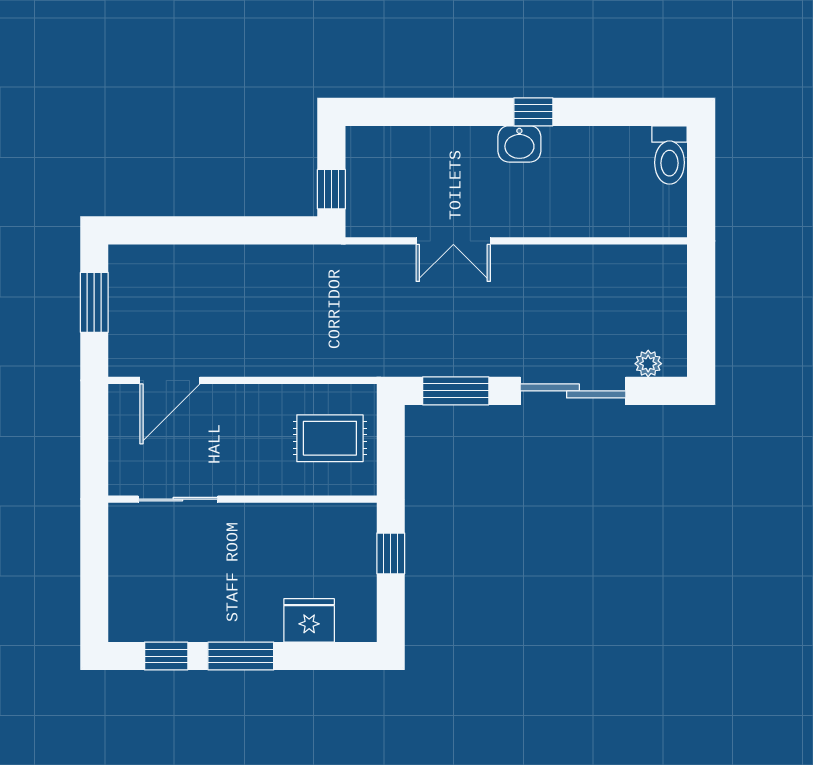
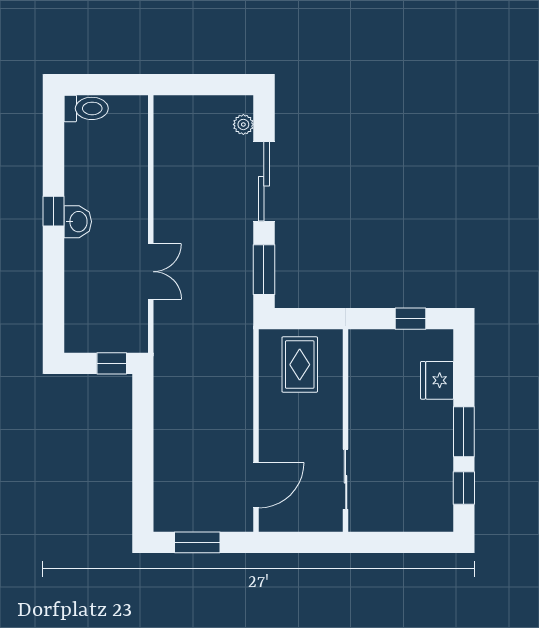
door: (170, 380) -> (256, 485), hinge flipped
window: (391, 553) -> (411, 319), moved

